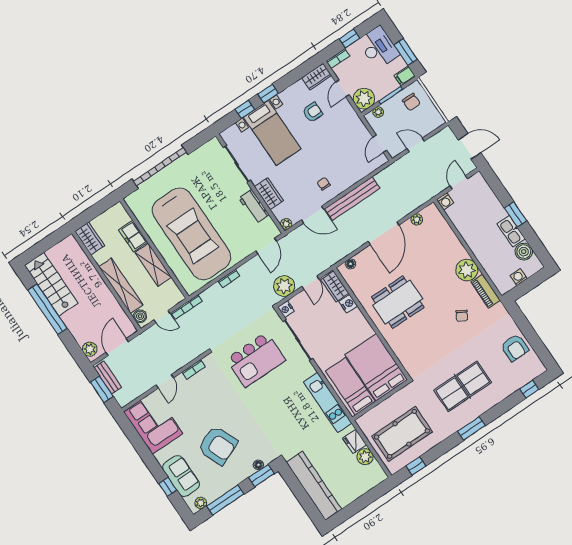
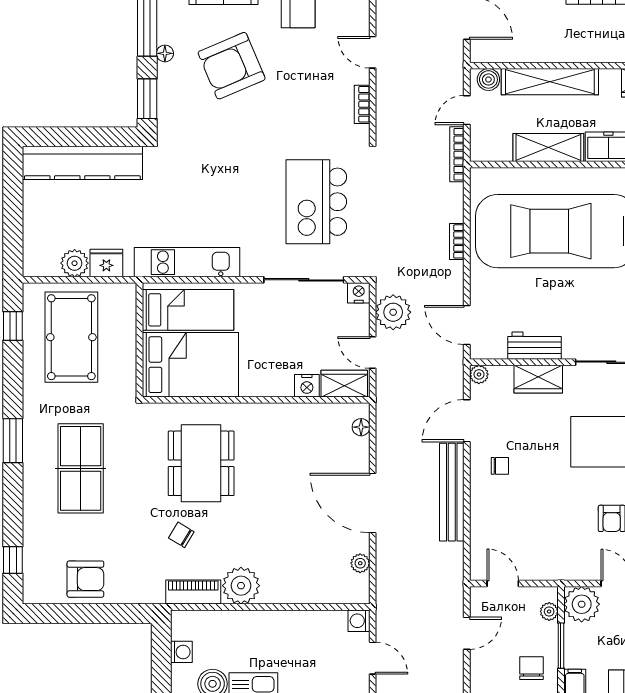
chair: (411, 102) -> (531, 668), turned 90
dining table: (398, 302) -> (201, 463), moved
armchair: (515, 348) -> (85, 579), turned 180
floor lamp: (259, 465) -> (165, 53), moved

